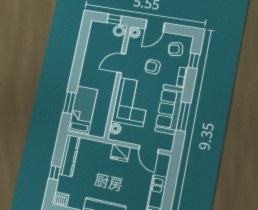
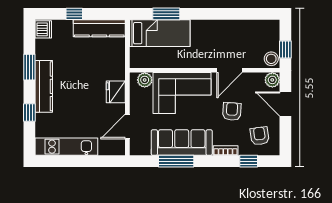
door: (121, 63) -> (230, 70), swing flipped

